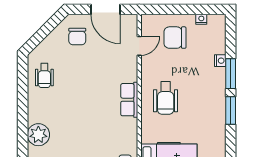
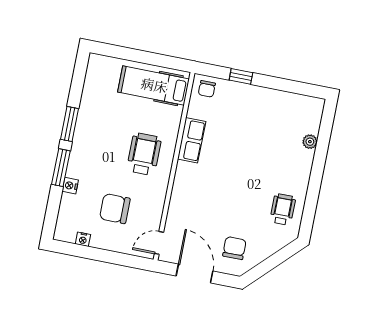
chair: (175, 38) -> (115, 209), moved, turned 180
door: (139, 46) -> (159, 243), moved
row of seats: (129, 100) -> (192, 140), moved
plant: (38, 135) -> (310, 142), width x0.53, depth x0.53

